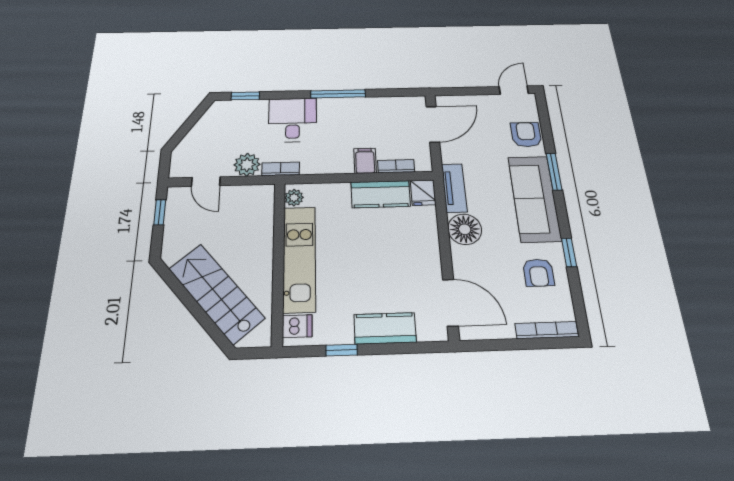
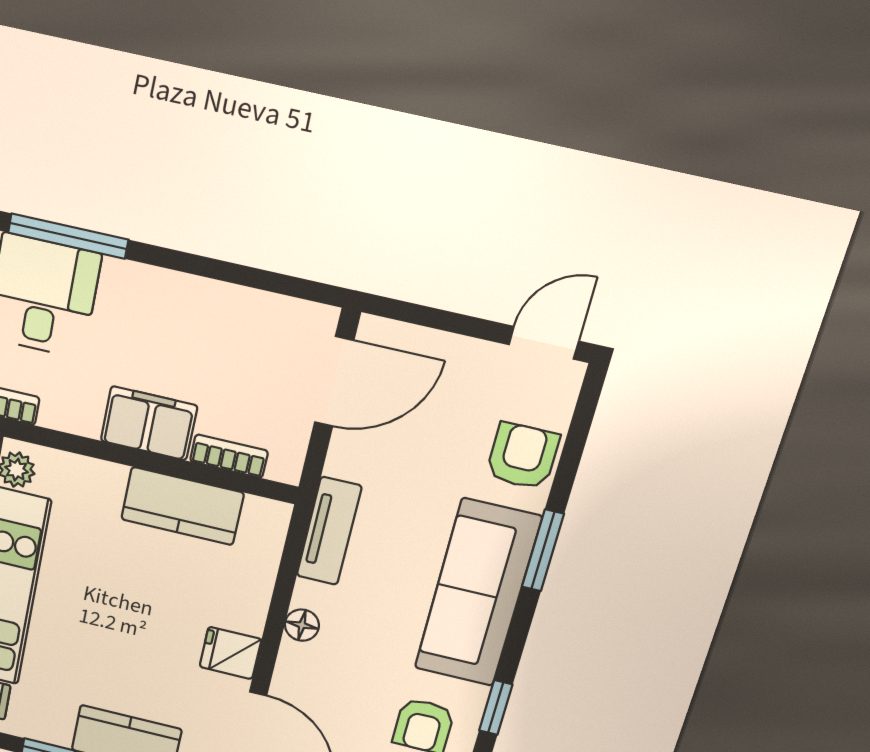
window: (338, 94) -> (68, 236), moved
filing cabinet: (365, 161) -> (149, 423), width x2.00
fridge: (423, 193) -> (230, 653), moved, turned 90
floor lamp: (465, 229) -> (302, 625), width x0.53, depth x0.53

